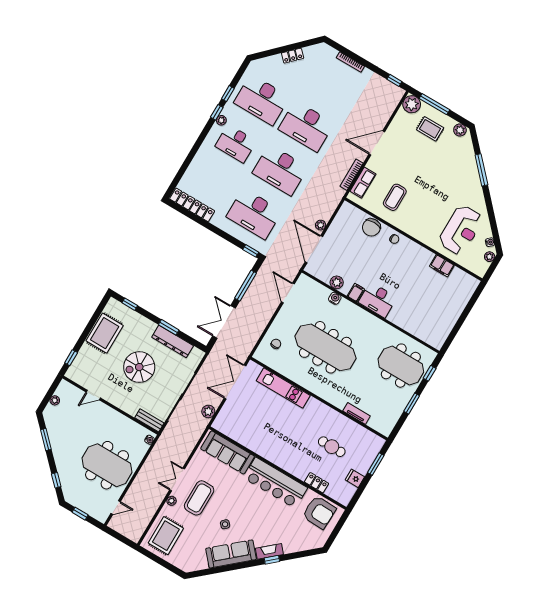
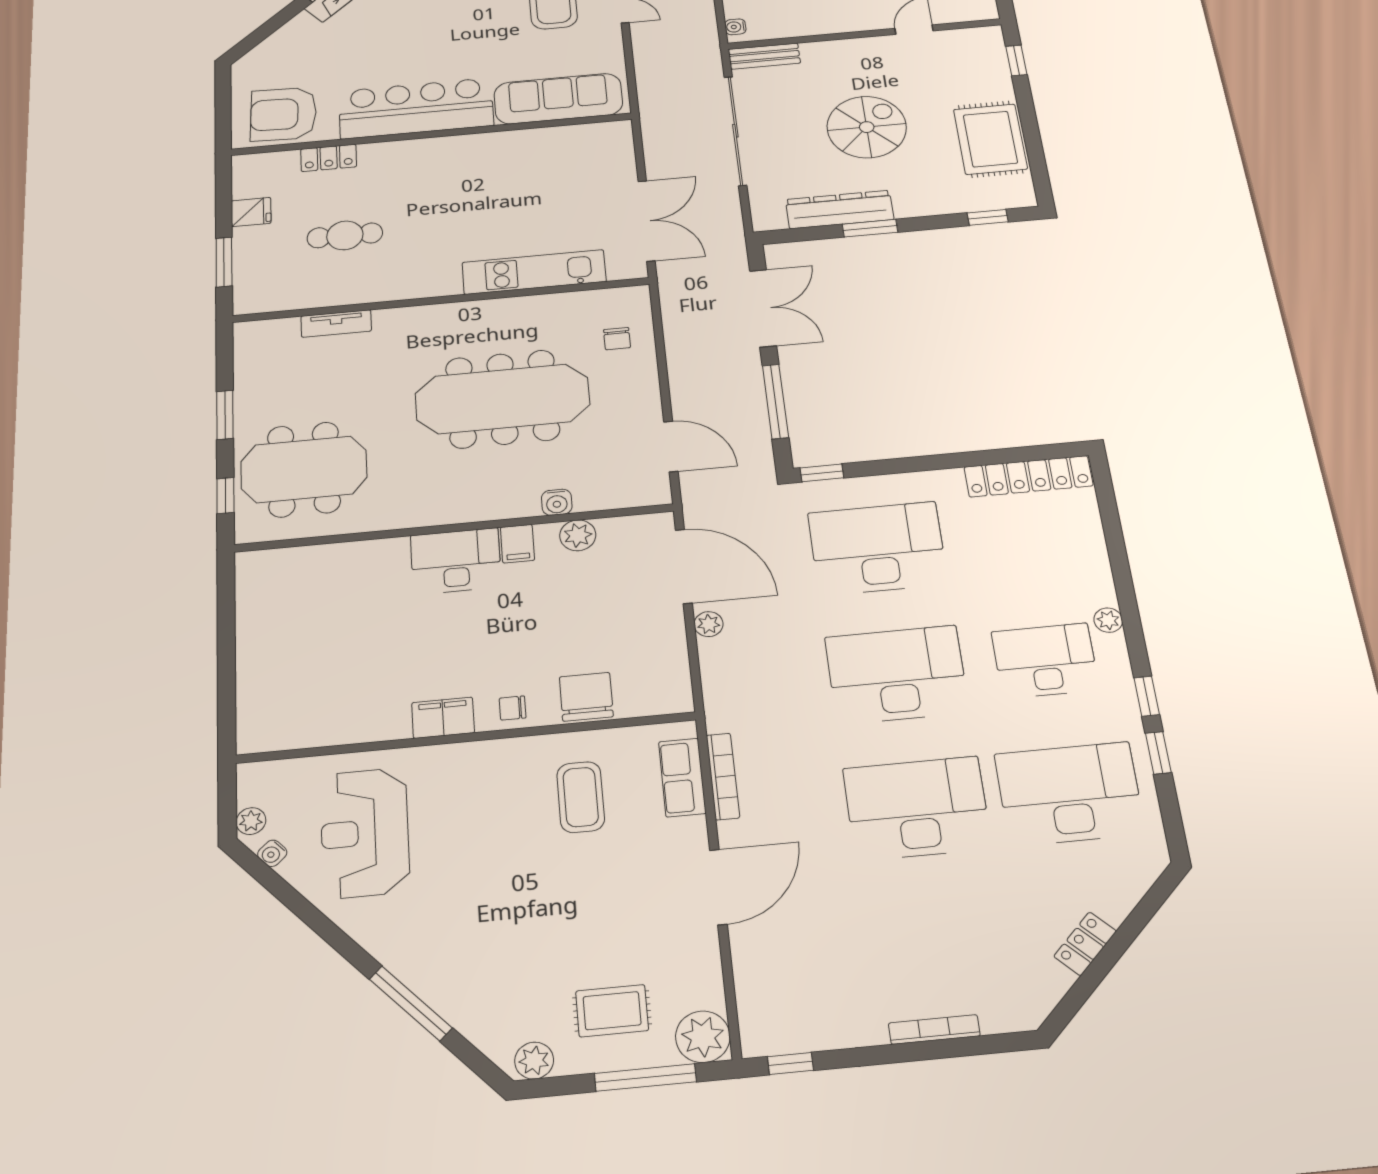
plant: (221, 120) -> (1108, 620), moved
filing cabinet: (442, 266) -> (443, 718), moved
plant: (208, 411) -> (658, 140), removed

